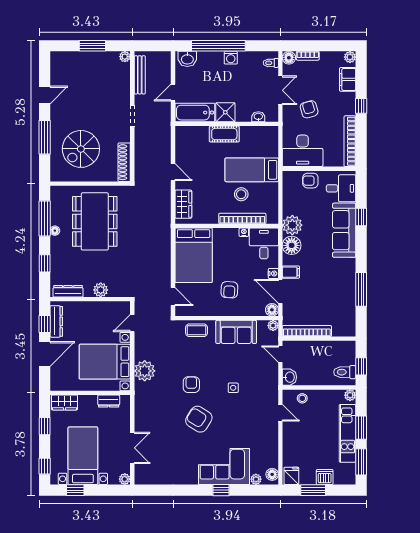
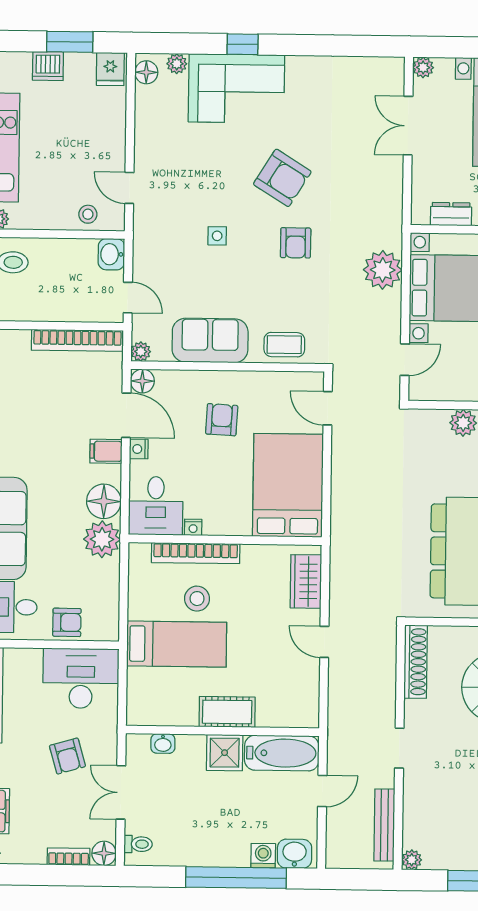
washing machine: (231, 58) -> (263, 856), moved

